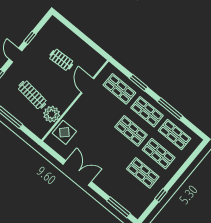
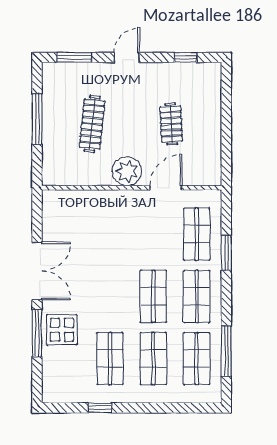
window: (30, 38) -> (186, 57), moved
window: (170, 109) -> (226, 351), moved
plant: (52, 114) -> (127, 171), moved
display table: (64, 132) -> (62, 330), moved
window: (118, 207) -> (37, 333), moved

